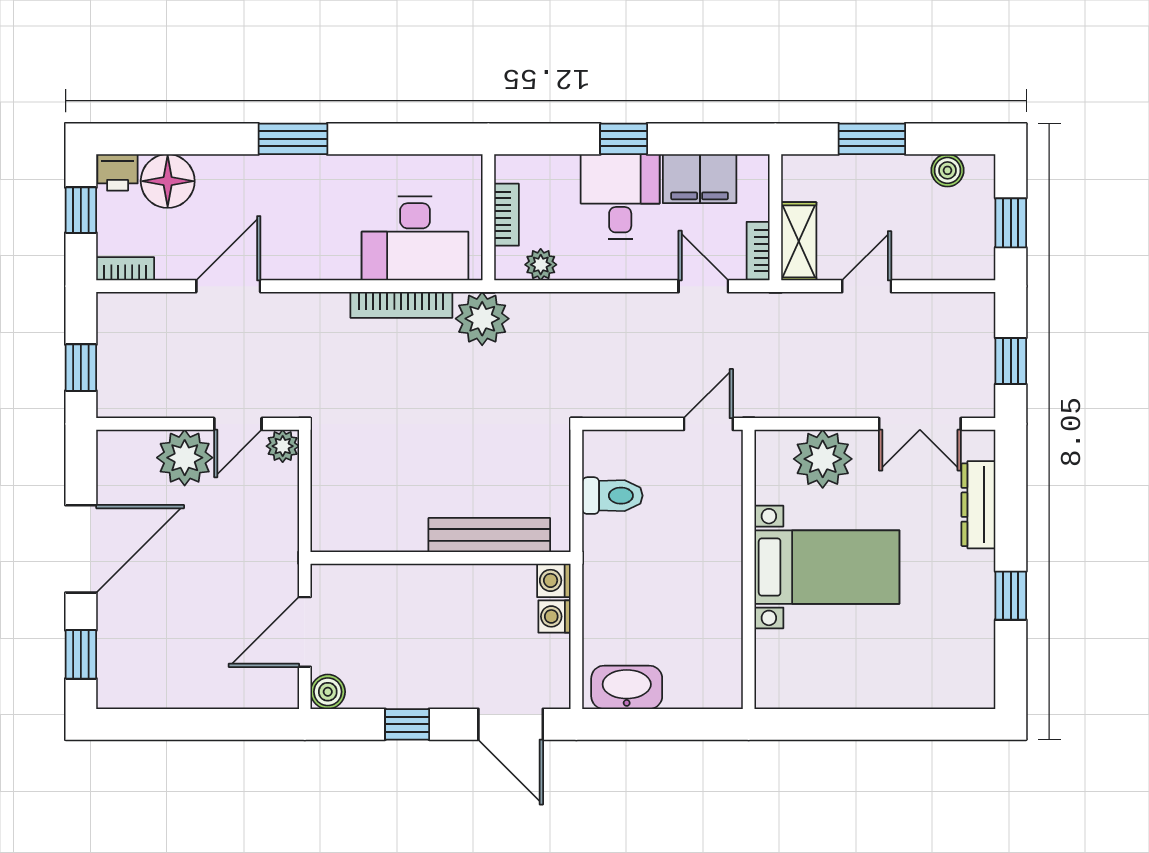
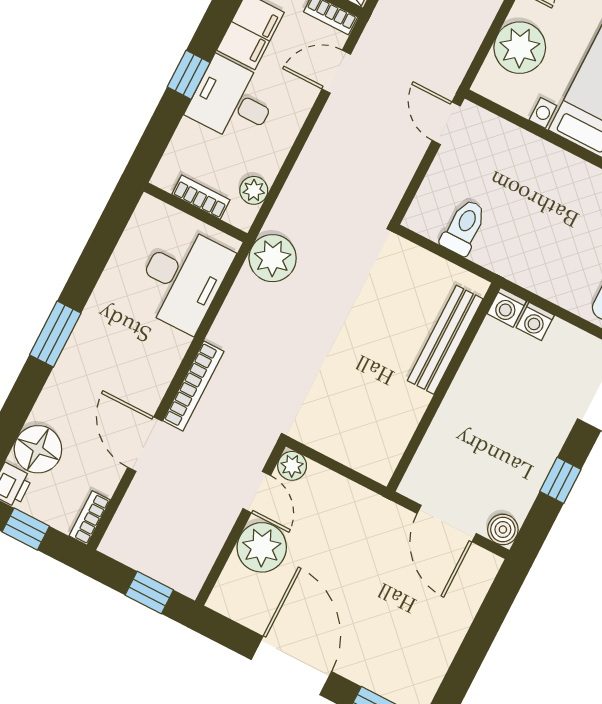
bookcase: (401, 305) -> (193, 386), moved

